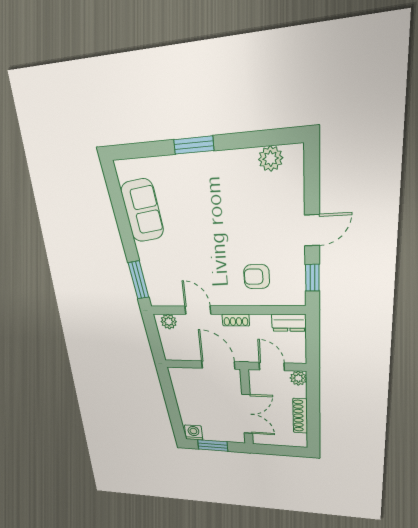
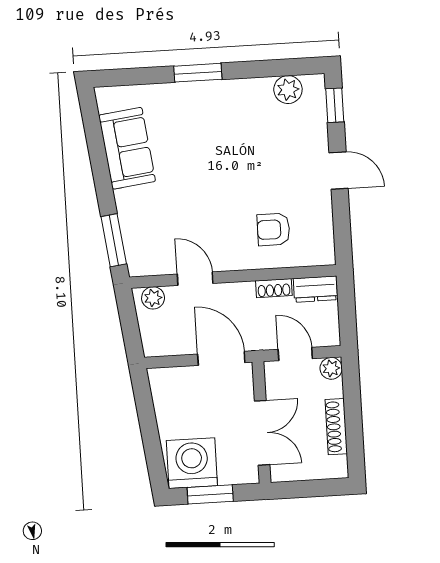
door: (312, 230) -> (339, 170), hinge flipped
window: (312, 278) -> (335, 105), moved
shoe rack: (236, 320) -> (274, 288), moved
washing machine: (194, 432) -> (192, 463), width x1.89, depth x1.89

